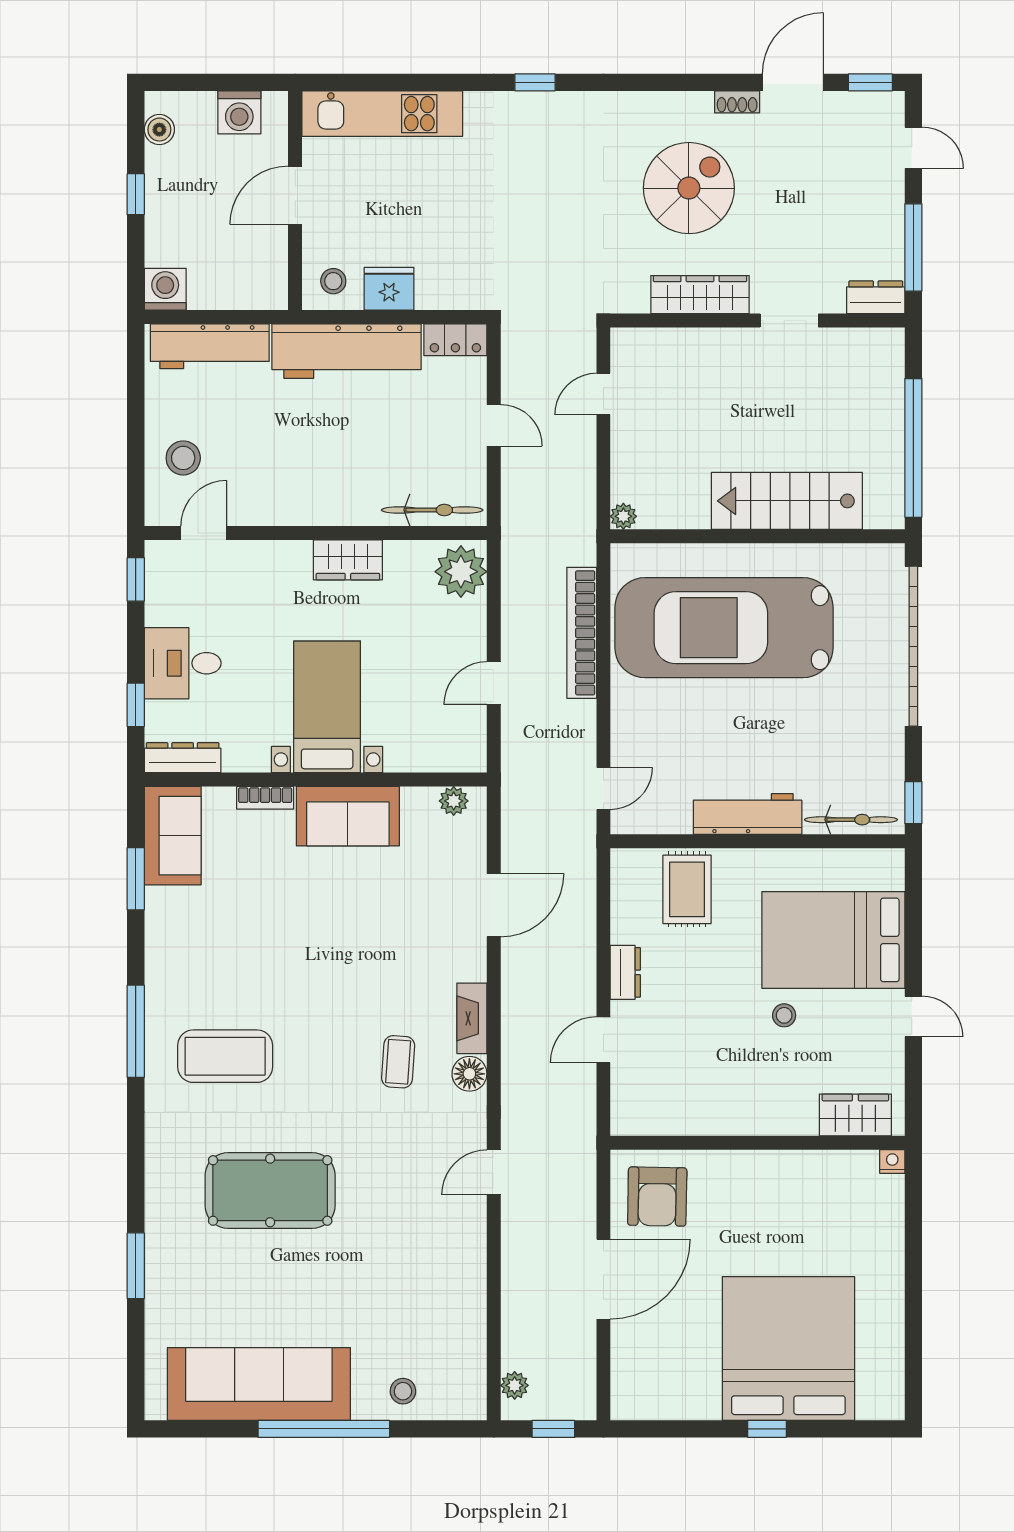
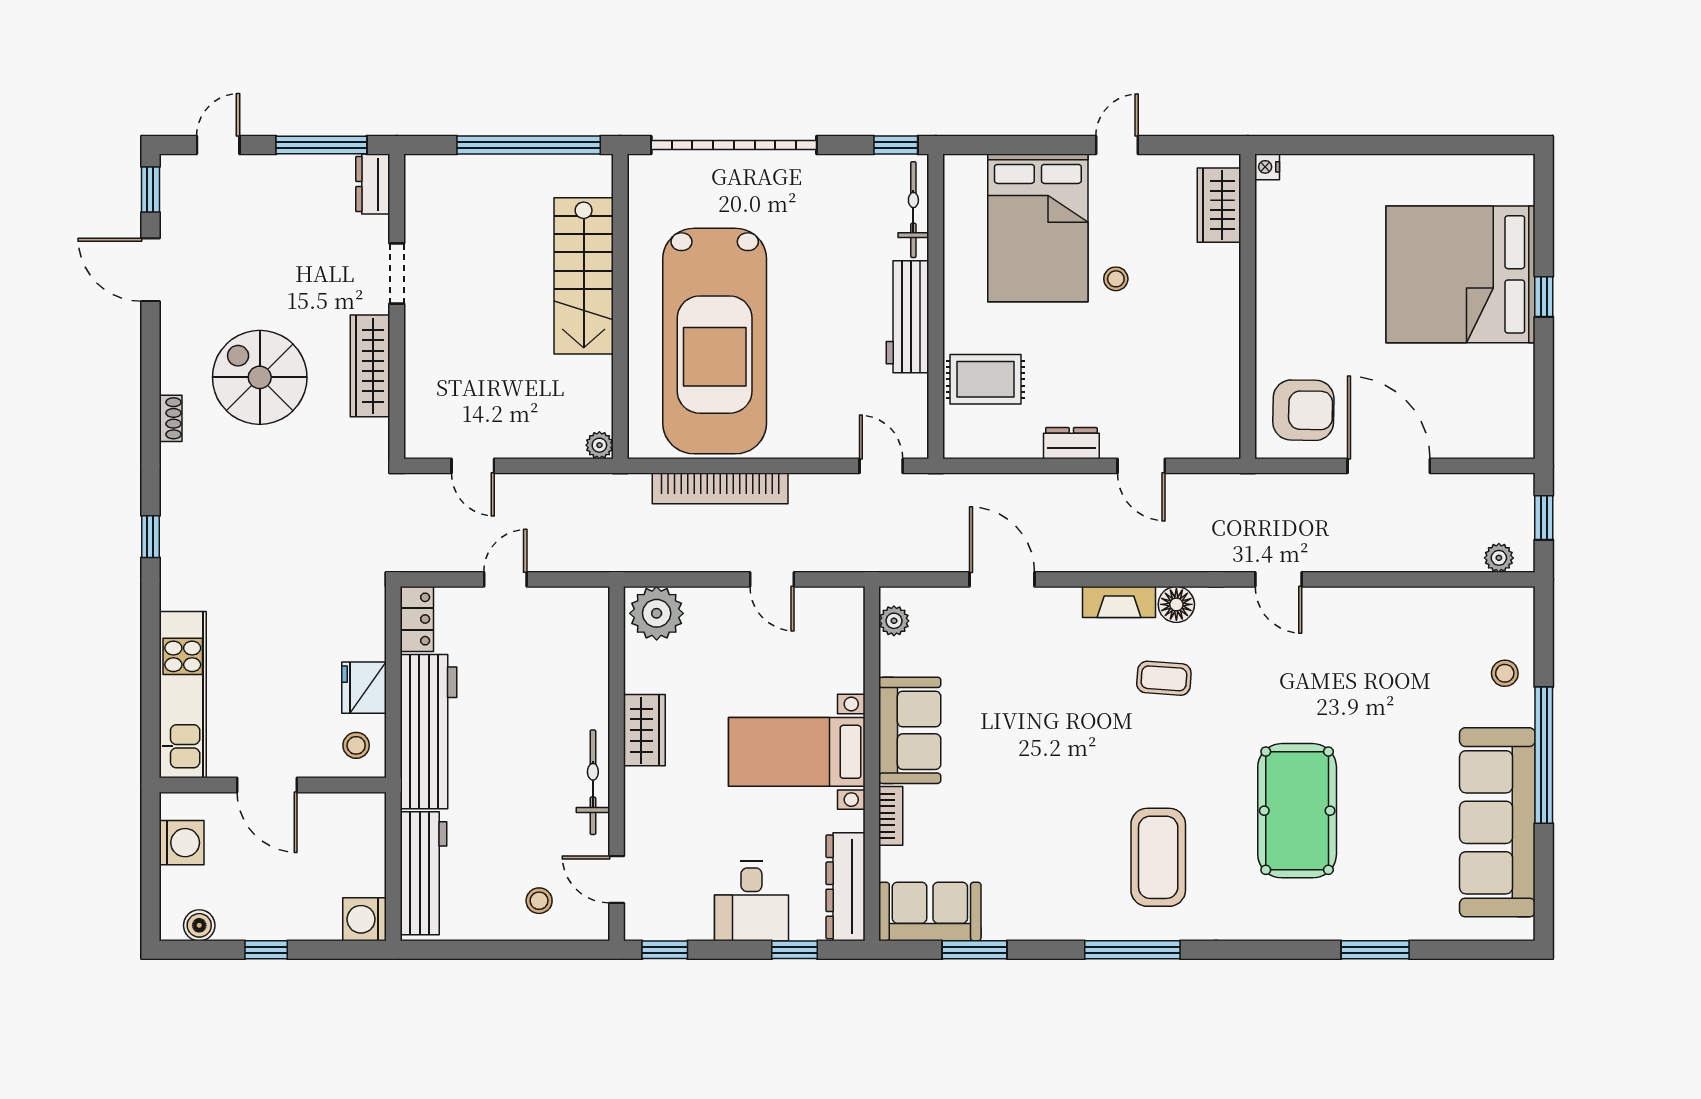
shoe rack: (737, 102) -> (171, 418), moved
stool: (183, 458) -> (539, 901), width x0.73, depth x0.73
bicycle: (432, 510) -> (593, 782), moved
dresser: (183, 758) -> (846, 887), width x1.37, depth x1.24

